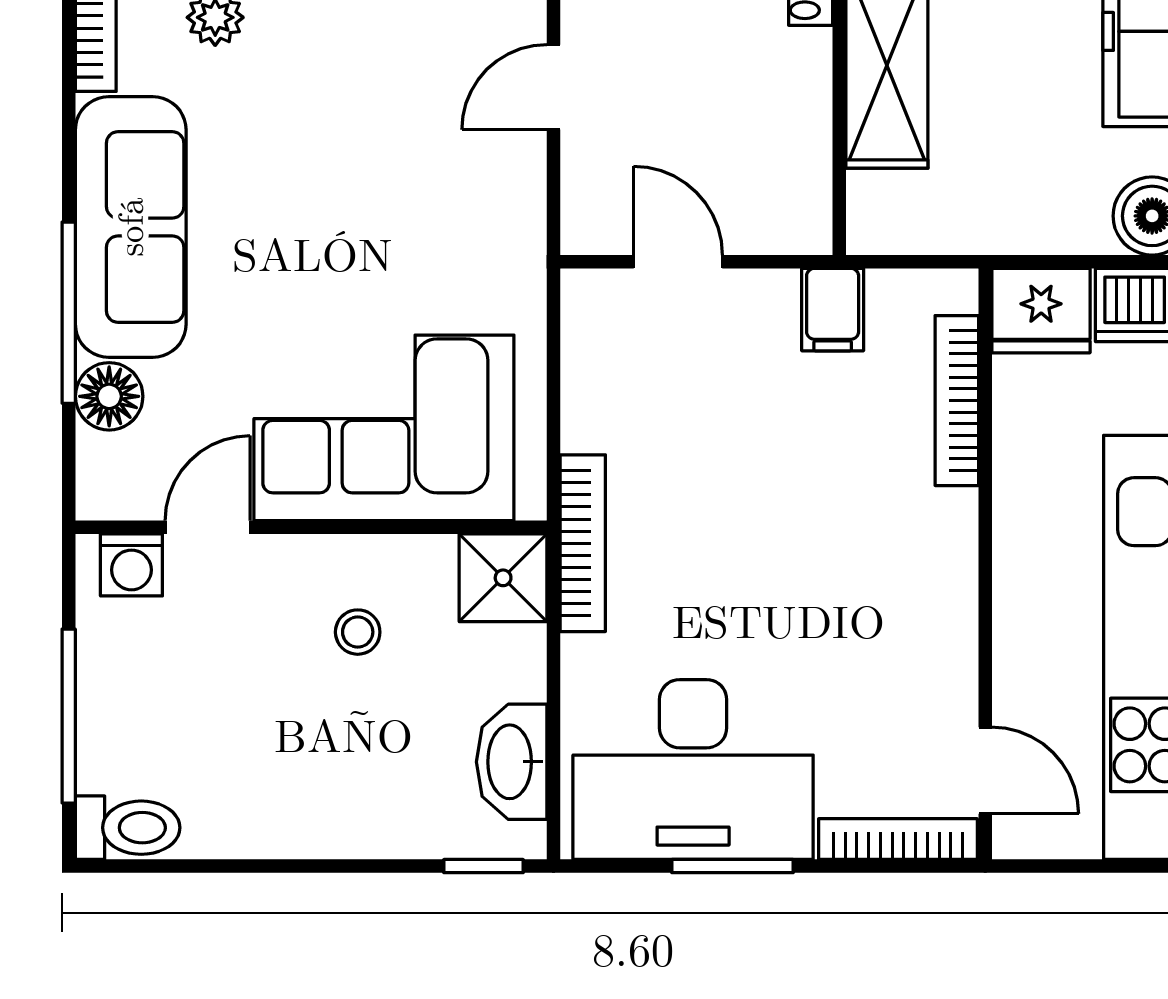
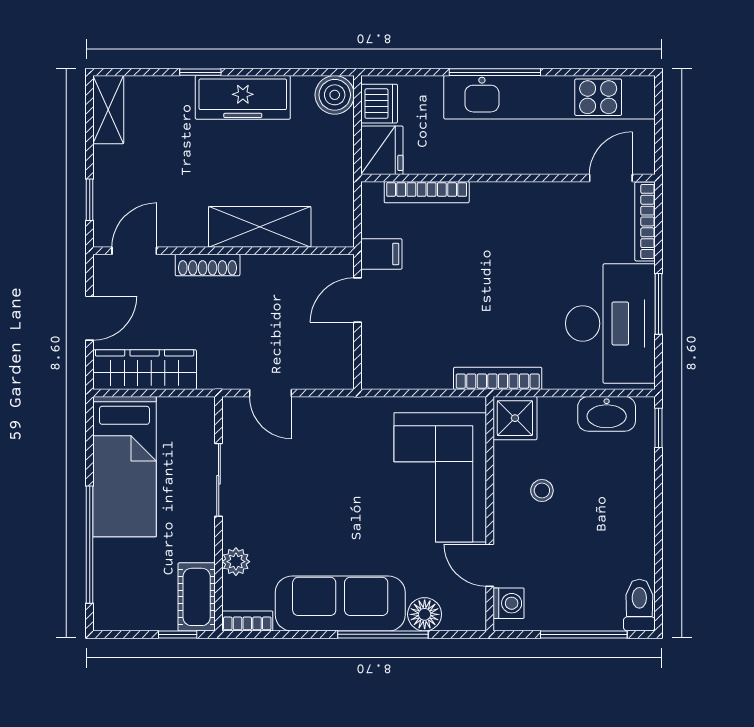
door: (678, 262) -> (357, 300), moved

